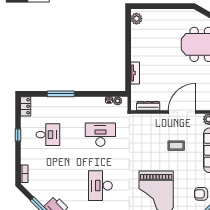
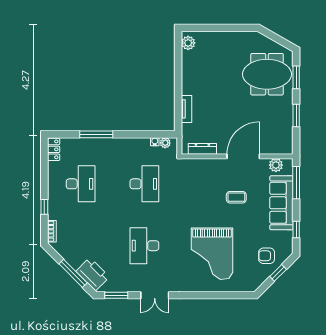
window: (18, 135) -> (44, 207), moved
desk: (48, 135) -> (81, 184), width x1.37
desk: (100, 135) -> (144, 184), turned 90

